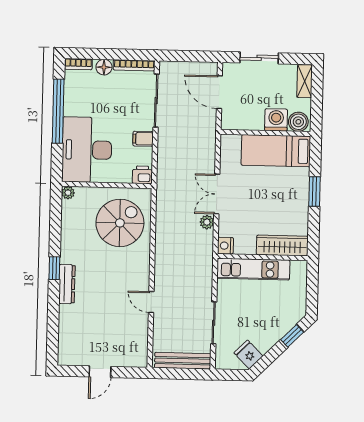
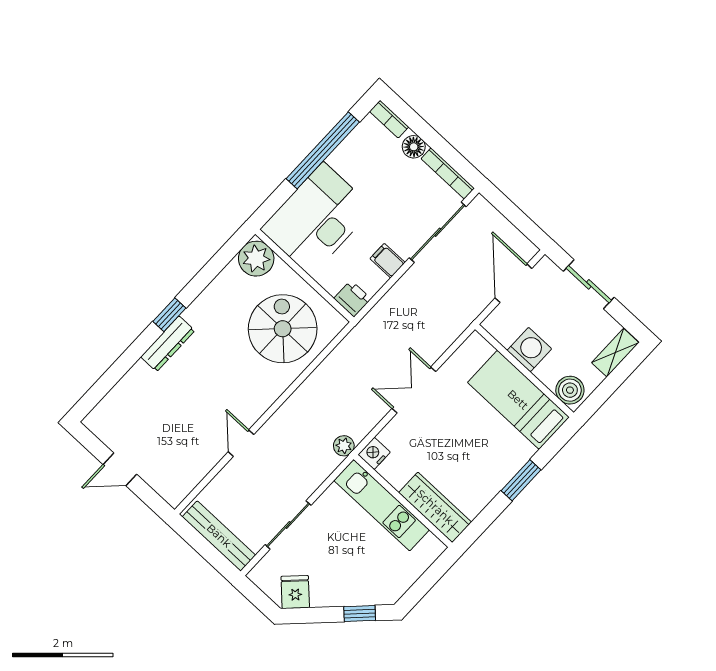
washing machine: (276, 120) -> (529, 350), moved
plant: (68, 193) -> (256, 259), width x1.88, depth x1.88
plant: (207, 222) -> (344, 446), moved
spiral stairs: (120, 223) -> (283, 329), turned -90

